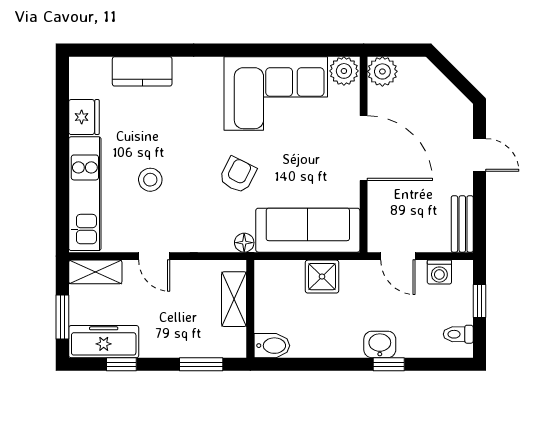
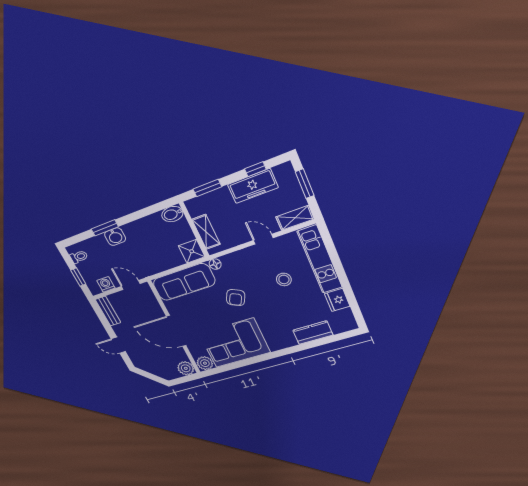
shower: (322, 277) -> (192, 251), moved
freezer: (104, 342) -> (253, 186), moved
window: (389, 364) -> (105, 228), width x1.50

